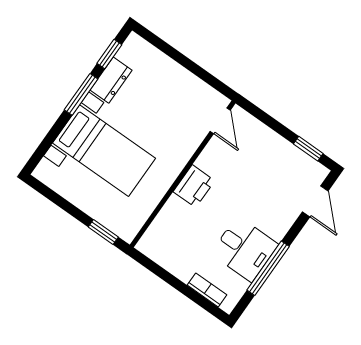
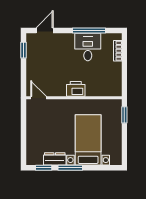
door: (220, 121) -> (39, 98), hinge flipped

